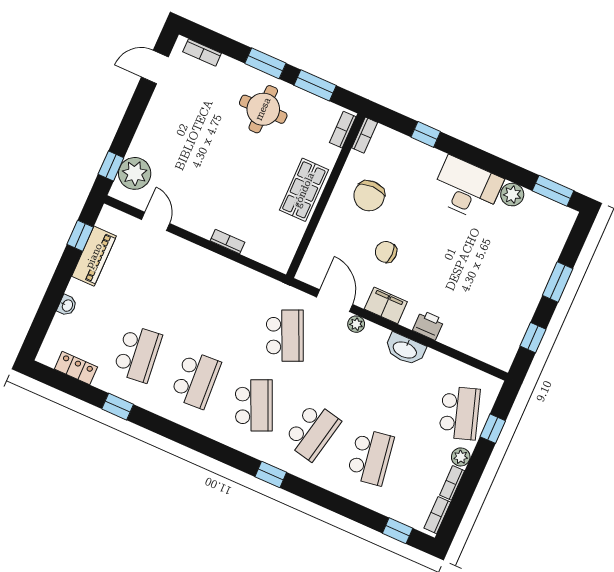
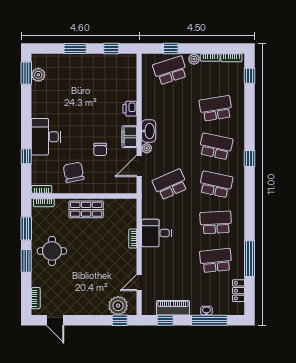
desk: (467, 188) -> (46, 137), moved
plant: (512, 195) -> (38, 75), moved
chair: (369, 196) -> (74, 172), turned -101
desk: (220, 282) -> (157, 233), added
window: (50, 303) -> (209, 320), added
washbasin: (405, 349) -> (149, 131), moved
school desk: (254, 405) -> (216, 184), turned 36
window: (118, 407) -> (249, 259), width x2.17

